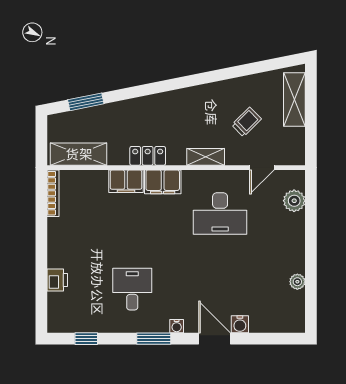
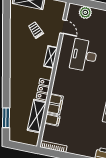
shelving: (79, 154) -> (37, 116), moved
filing cabinet: (163, 182) -> (52, 120), moved, width x0.50
desk: (220, 214) -> (84, 55), turned 180

